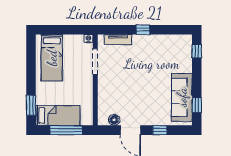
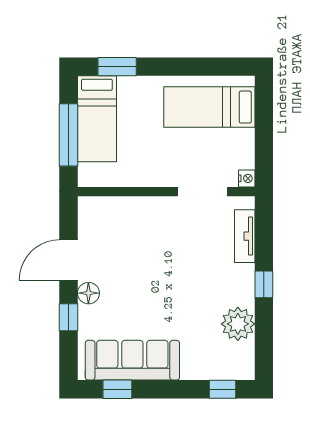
plant: (163, 43) -> (238, 324), added
floor lamp: (114, 120) -> (88, 293), moved

